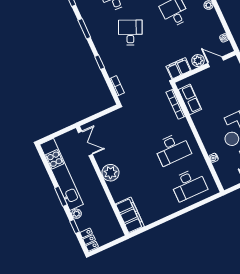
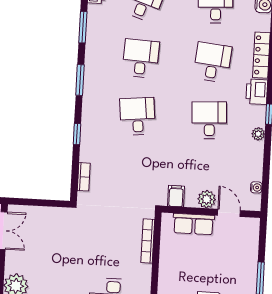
desk: (130, 32) -> (138, 116), turned -30
filing cabinet: (179, 68) -> (176, 196), width x0.50
row of seats: (190, 99) -> (194, 224), moved, turned 90

